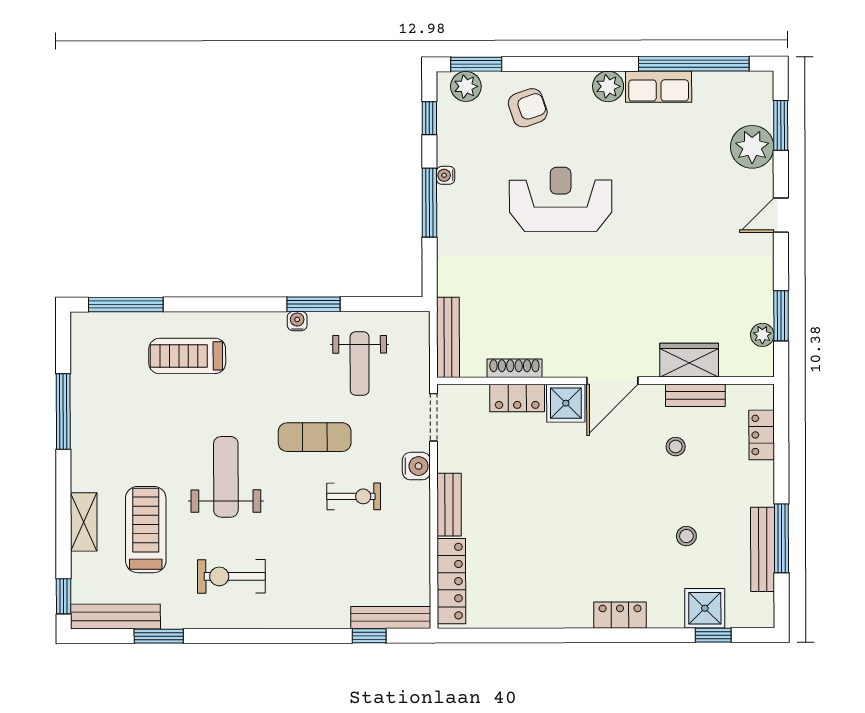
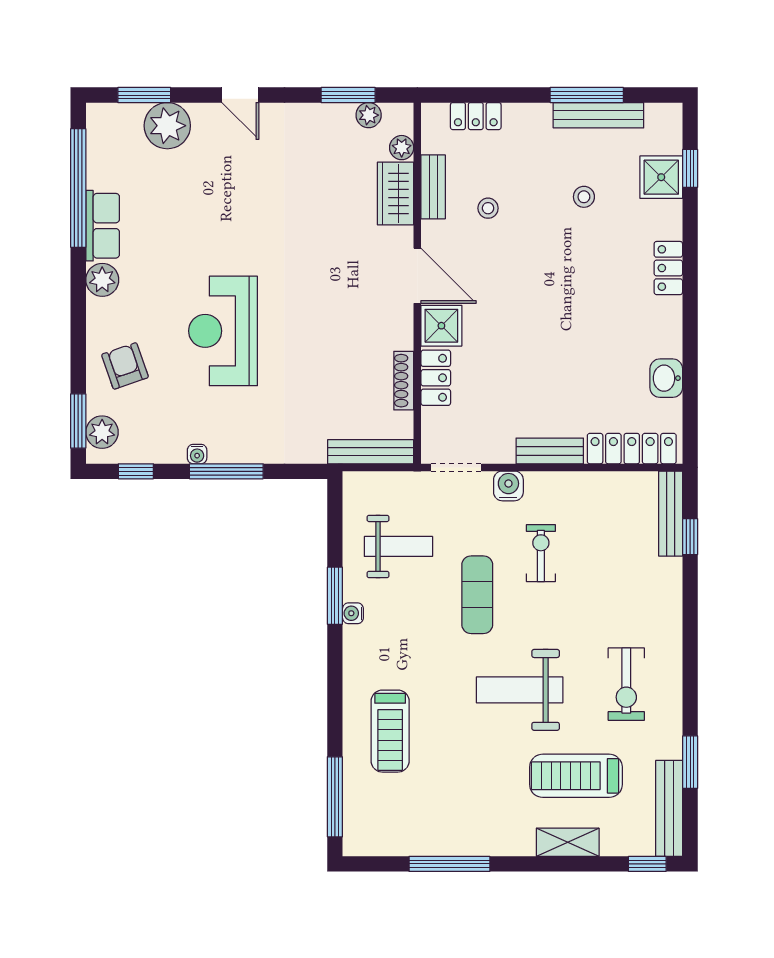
plant: (732, 366) -> (402, 148), added
washbasin: (517, 613) -> (666, 378), added

